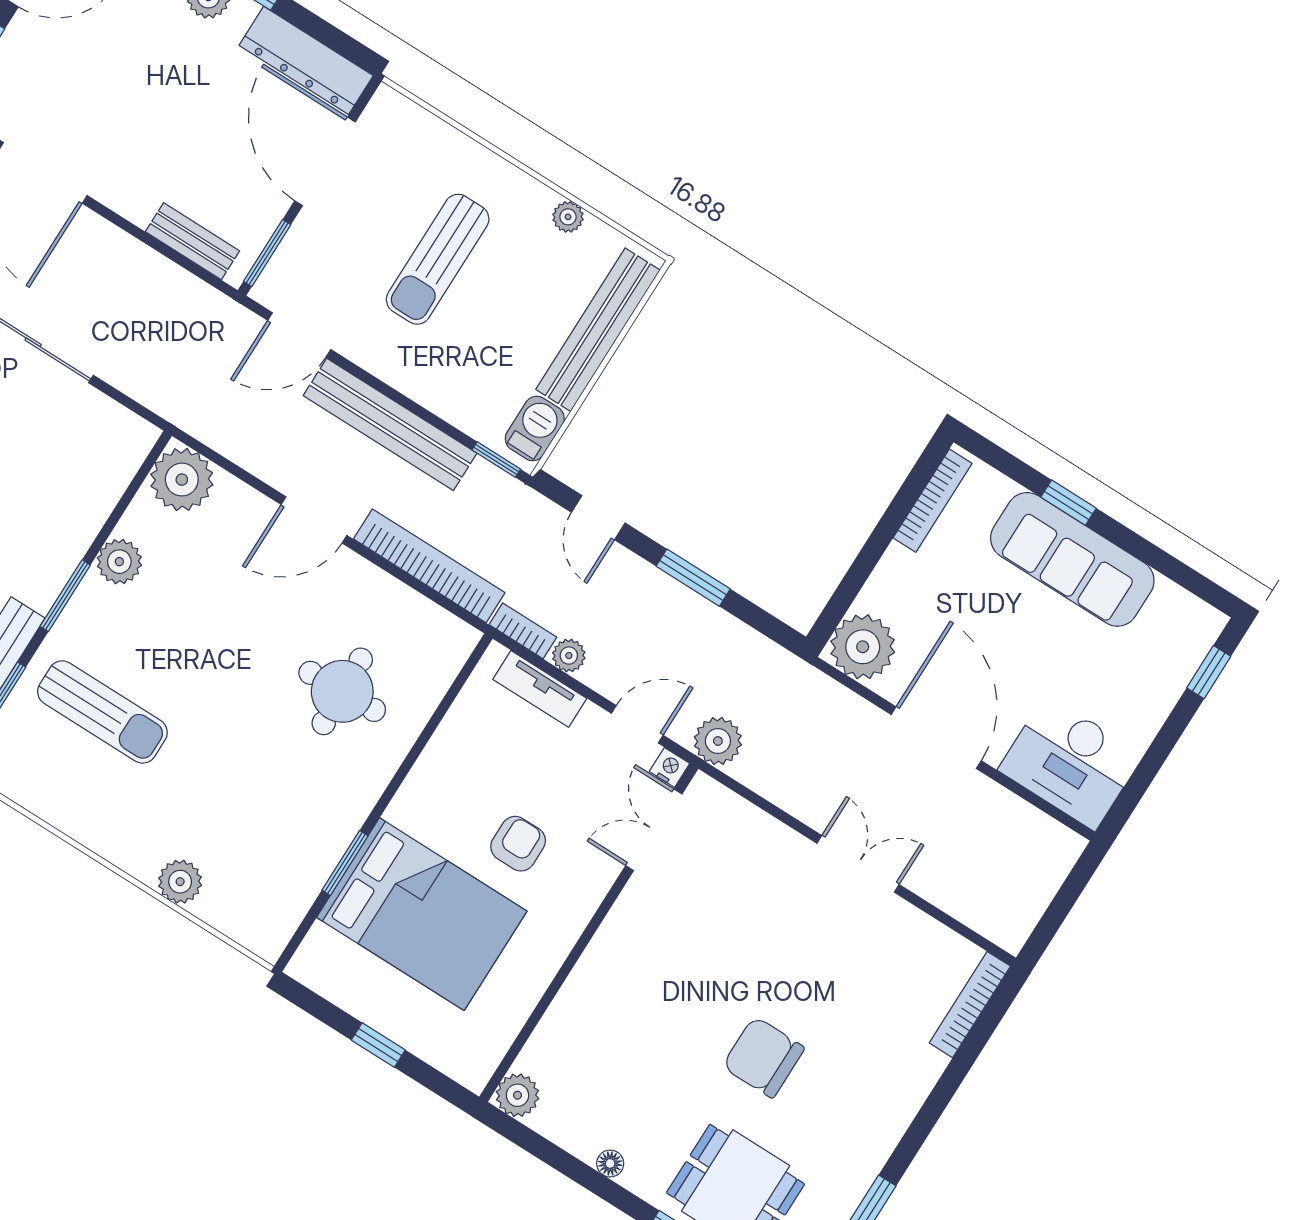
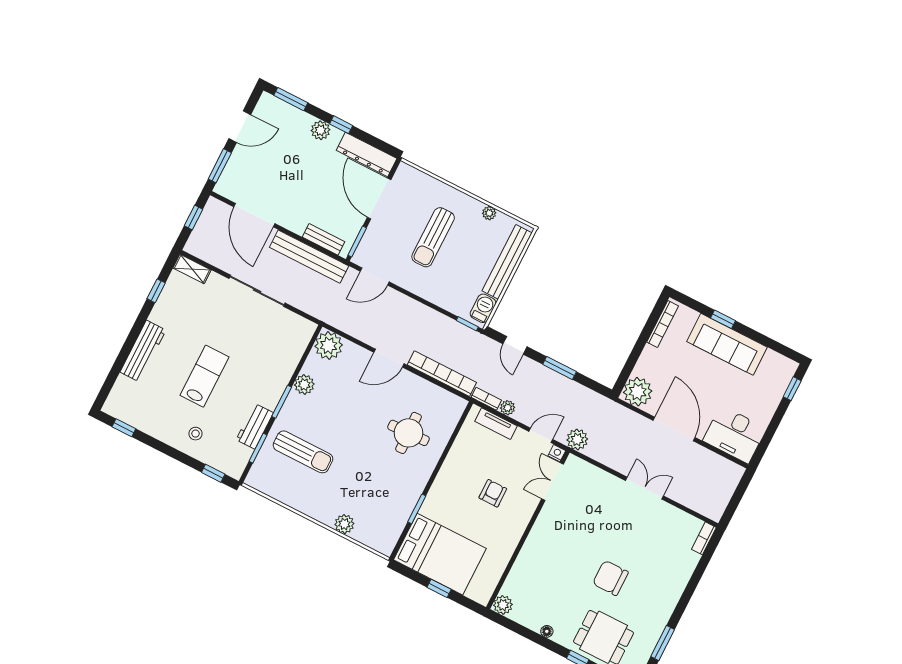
bench: (390, 424) -> (309, 257), moved
bed: (422, 914) -> (440, 554), moved
bookcase: (970, 1005) -> (704, 538), width x0.64

